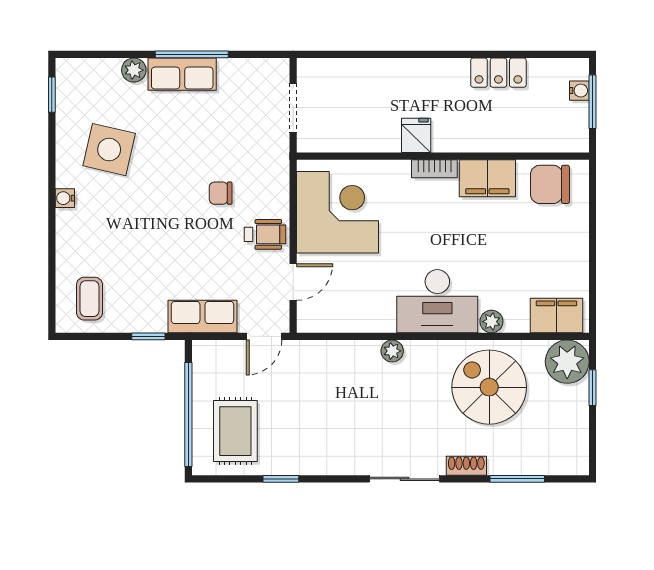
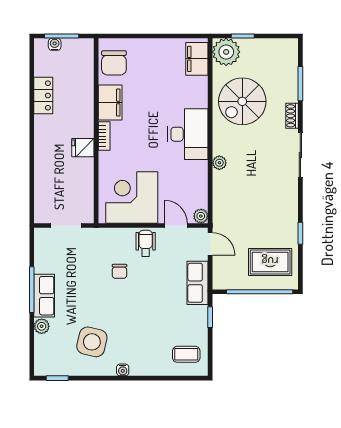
plant: (491, 322) -> (201, 216), moved

